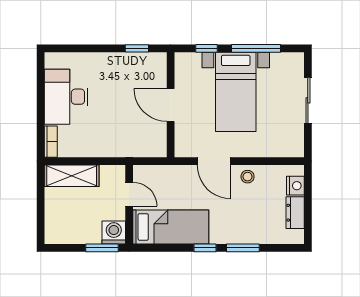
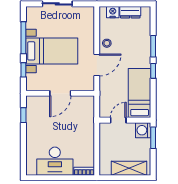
shelving: (72, 176) -> (129, 168), moved, turned 90

